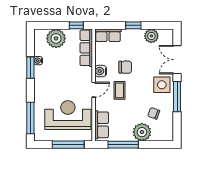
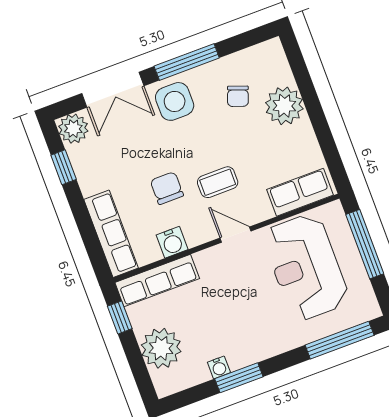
window: (133, 25) -> (64, 167), moved
row of seats: (108, 35) -> (111, 234), width x1.48
plant: (151, 36) -> (73, 129), moved
water cooler: (101, 71) -> (172, 242), moved
window: (123, 145) -> (324, 134), removed

